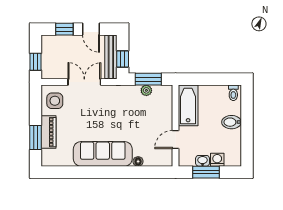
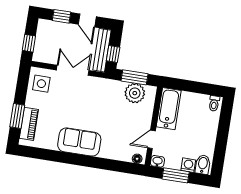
plant: (146, 90) -> (135, 93), width x1.87, depth x1.87
bidet: (232, 122) -> (203, 164), moved, turned 90
piano: (49, 132) -> (29, 124), moved
sofa: (103, 154) -> (79, 142), width x0.73
floor lamp: (138, 161) -> (137, 159), moved
washbasin: (203, 161) -> (157, 161), moved

